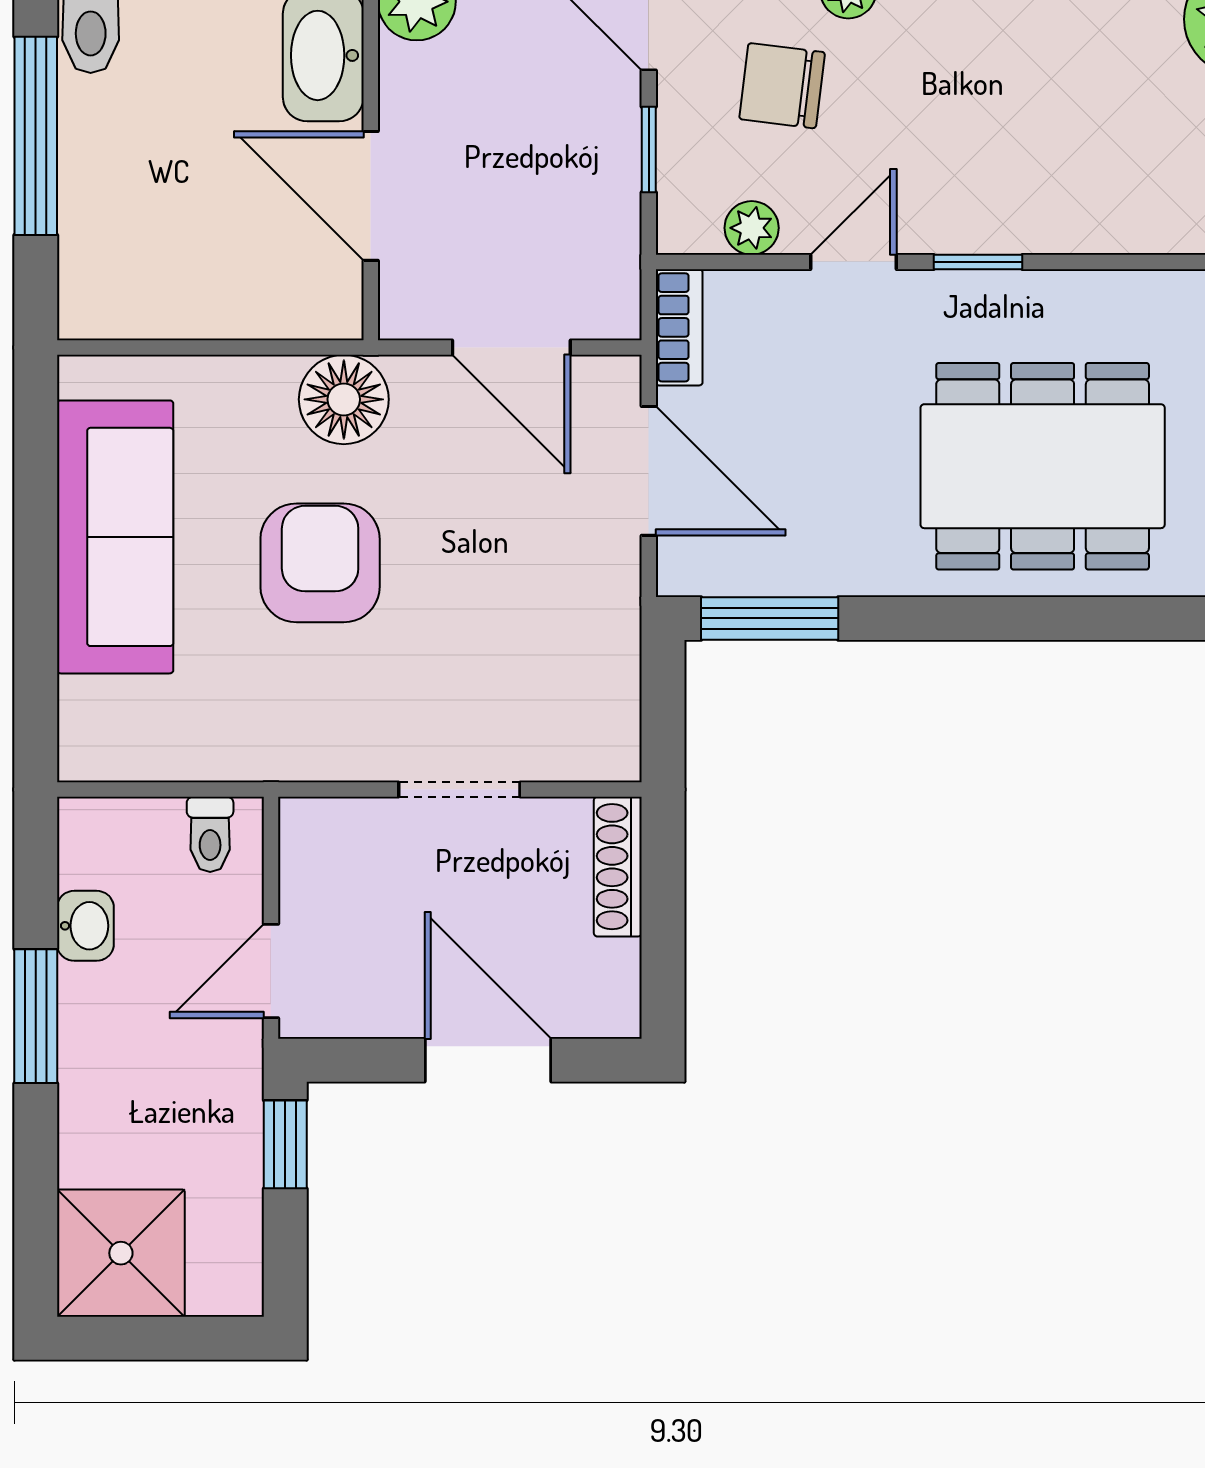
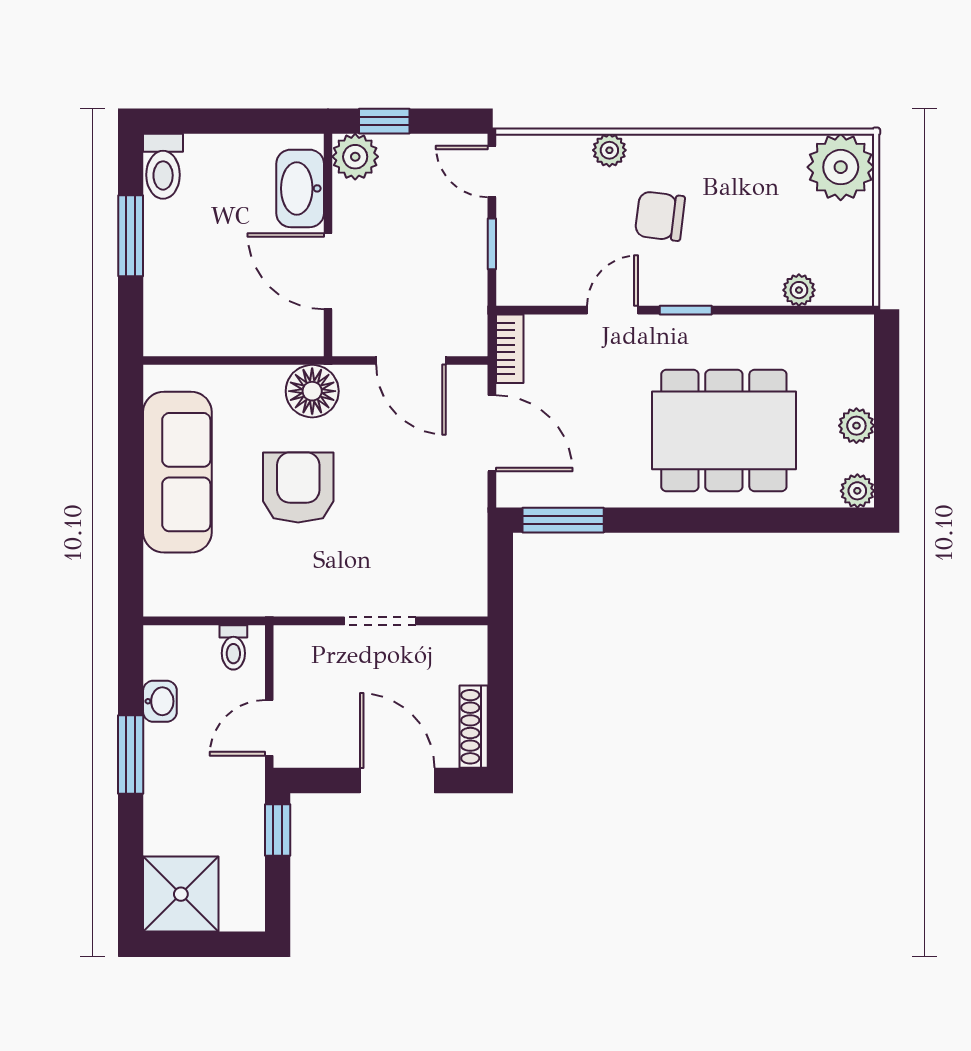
chair: (782, 86) -> (660, 216), moved
window: (36, 136) -> (131, 236), width x0.69
plant: (752, 228) -> (799, 290), moved
shoe rack: (618, 867) -> (474, 727), moved

